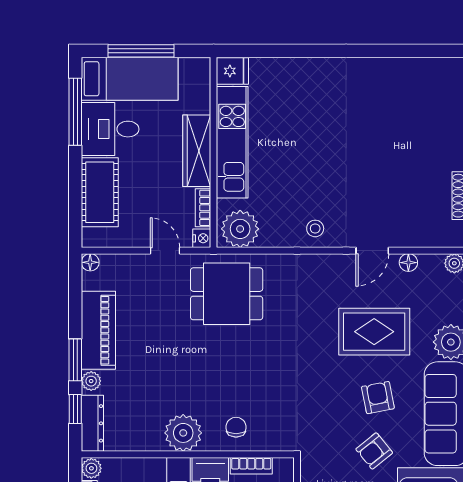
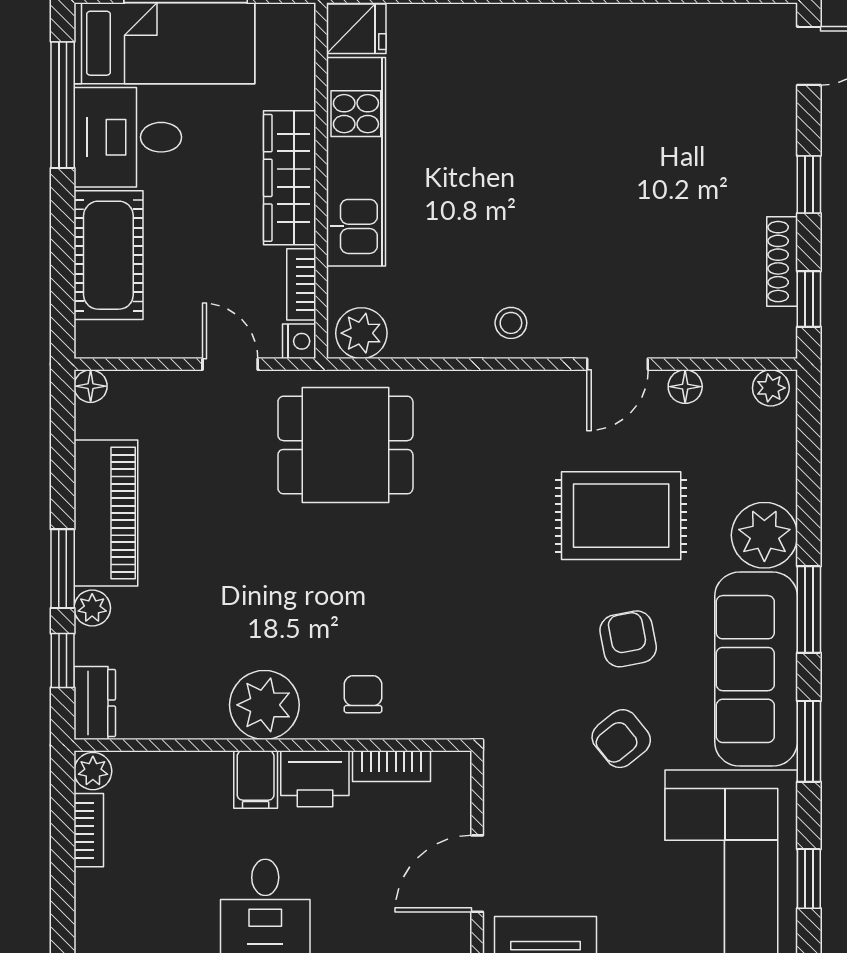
plant: (240, 229) -> (361, 333), width x0.73, depth x0.73
dresser: (92, 423) -> (95, 703), width x0.70

